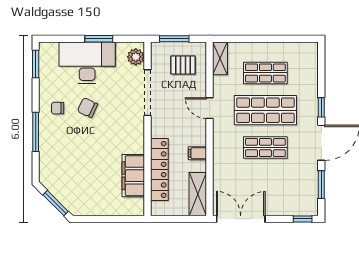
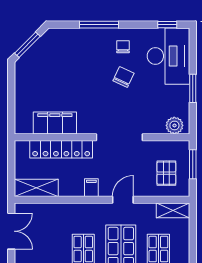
desk: (87, 63) -> (168, 56), moved
window: (36, 64) -> (167, 25), width x0.67
doorway: (147, 93) -> (119, 137), moved
filing cabinet: (197, 153) -> (91, 188), moved
double door: (241, 219) -> (11, 231), width x0.73

